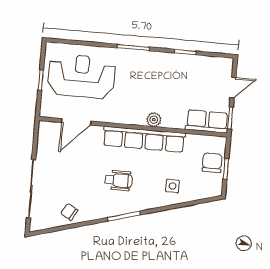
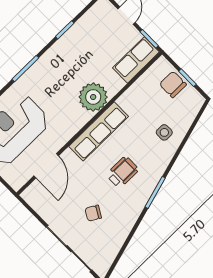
plant: (154, 120) -> (93, 97), width x1.88, depth x1.88
row of seats: (144, 139) -> (99, 131), width x0.73
chair: (69, 212) -> (93, 213), moved

